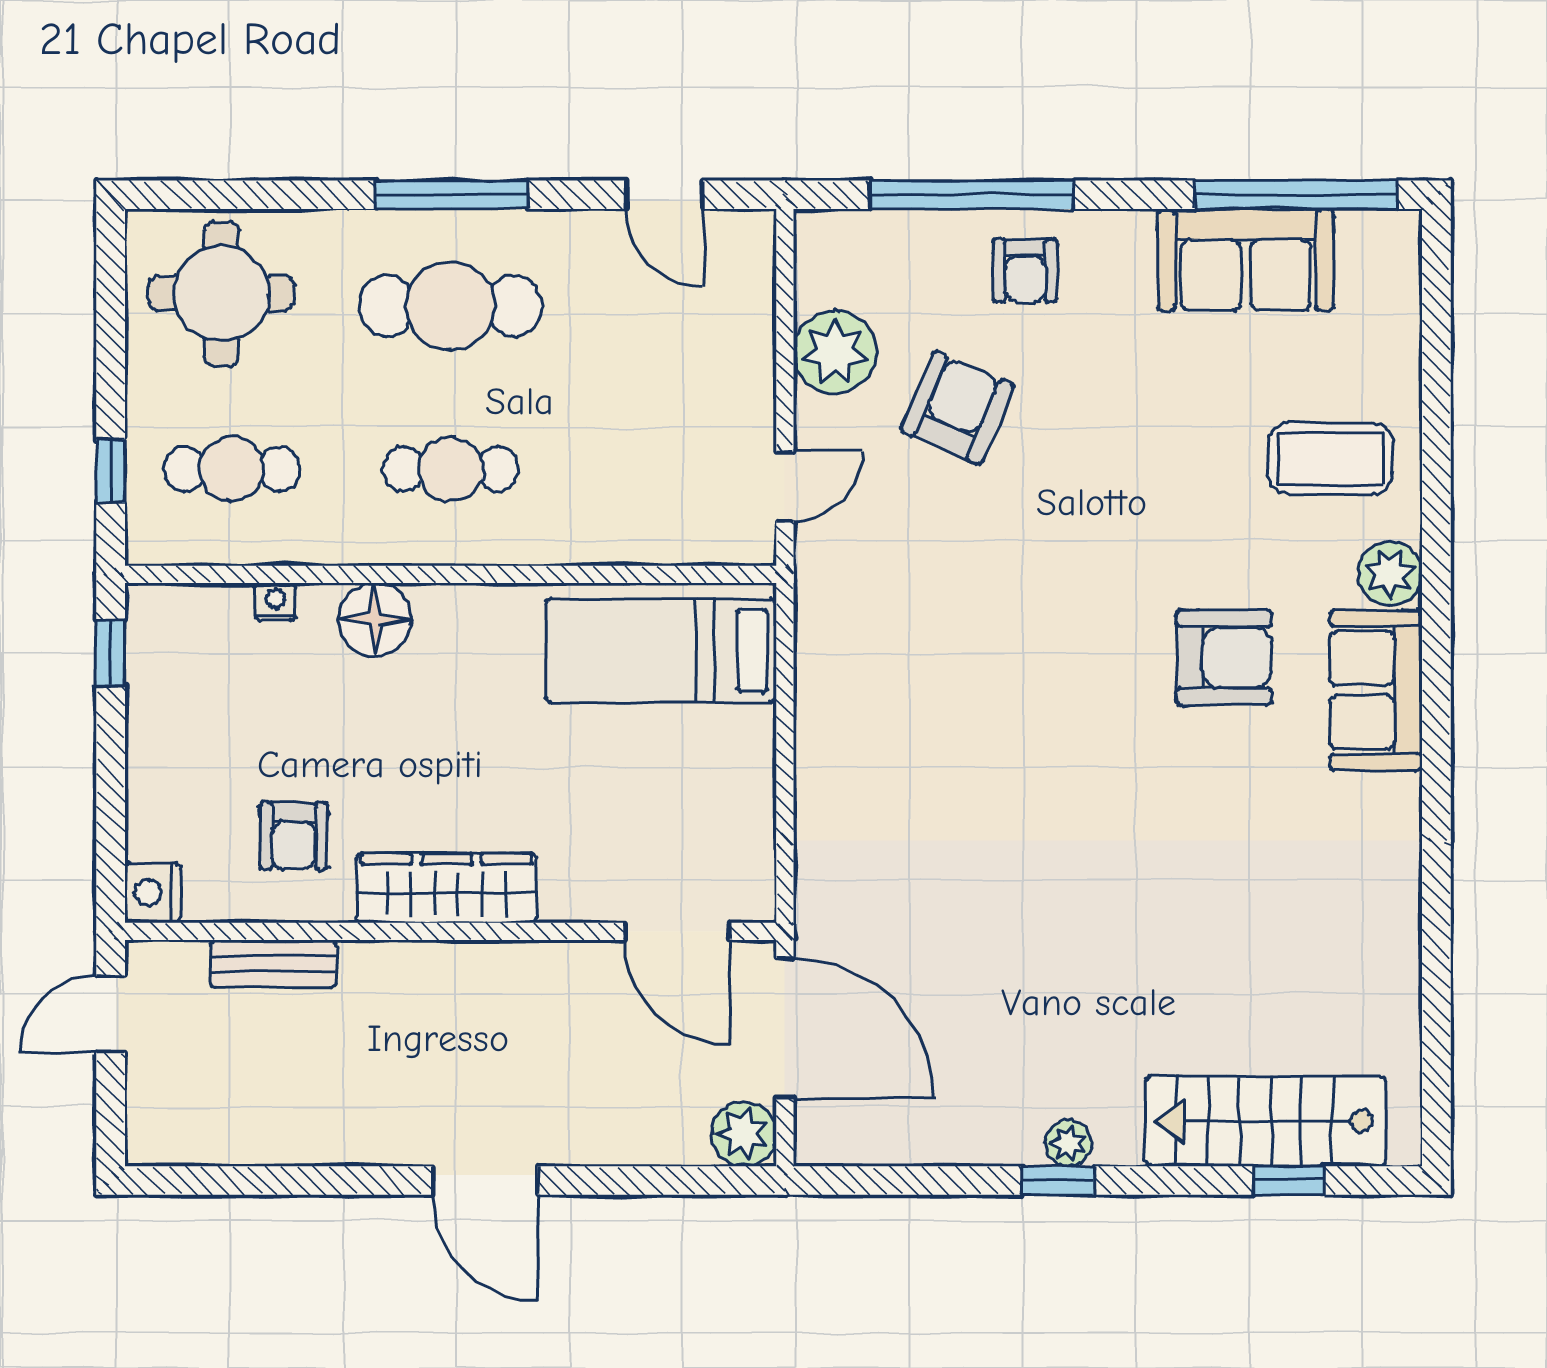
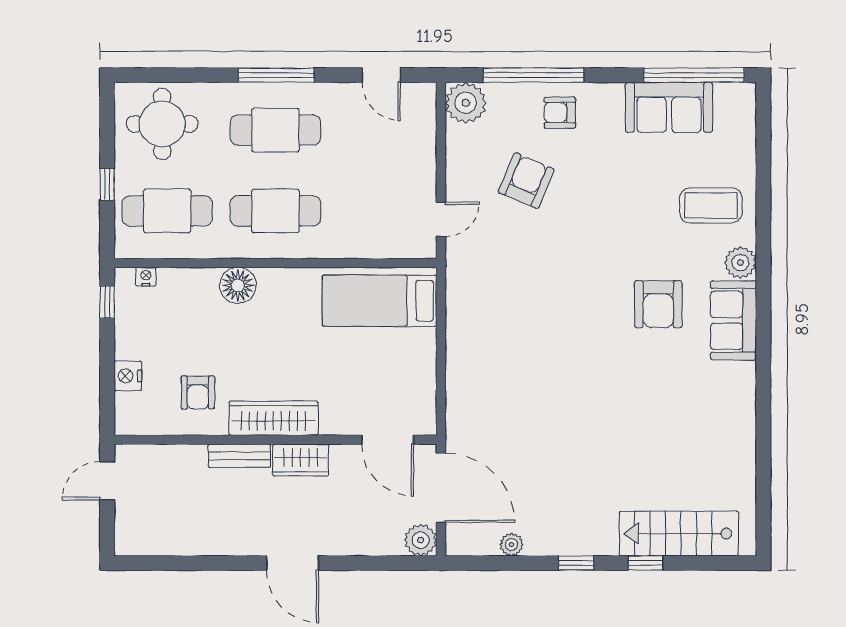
armchair: (1025, 271) -> (560, 113), turned 90
plant: (835, 352) -> (466, 103), moved
cafe table: (232, 469) -> (167, 211), width x1.37, depth x1.35
cafe table: (451, 469) -> (275, 211), width x1.37, depth x1.35
window: (111, 471) -> (107, 184), moved
nightstand: (275, 602) -> (146, 277), moved
armchair: (1224, 658) -> (658, 304), turned 90
nightstand: (152, 893) -> (128, 376), moved
bench: (273, 964) -> (239, 456), moved
wardrobe: (501, 972) -> (301, 460), added
plant: (1068, 1143) -> (511, 545), moved
window: (1289, 1181) -> (646, 563), moved

